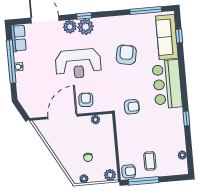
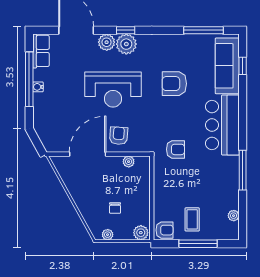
armchair: (126, 55) -> (174, 84), turned -100
window: (186, 119) -> (243, 170), width x2.17
window: (144, 181) -> (198, 244), moved

